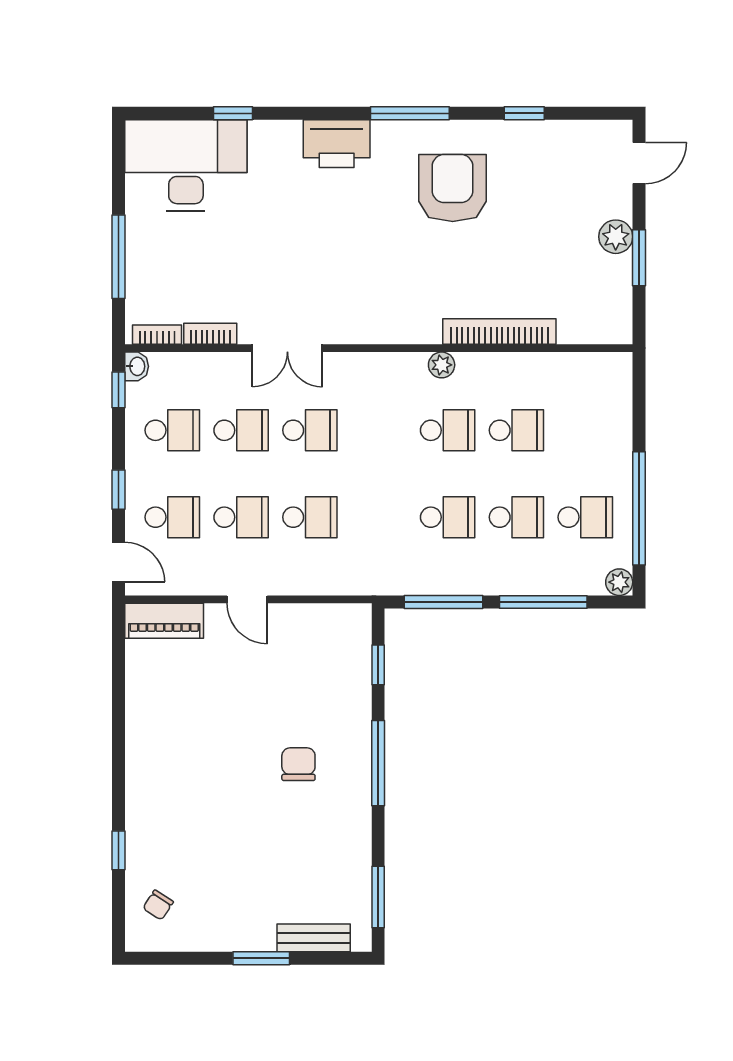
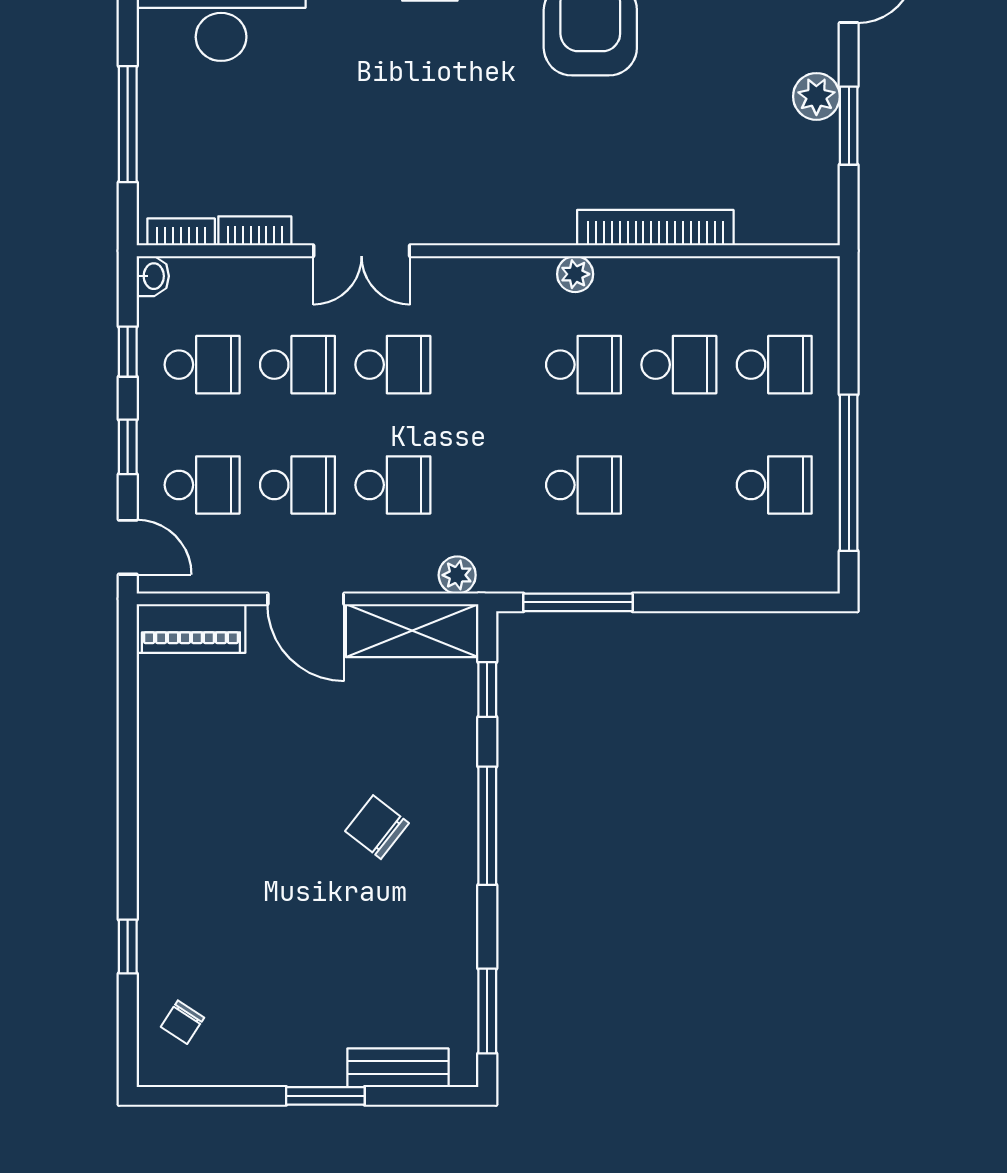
window: (119, 390) -> (128, 352), moved
school desk: (516, 517) -> (774, 365), moved
plant: (619, 582) -> (457, 575), moved
door: (247, 599) -> (306, 599), width x1.38
window: (543, 602) -> (716, 602), removed
shelving: (324, 622) -> (412, 631), added
chair: (298, 764) -> (377, 827), turned -52

